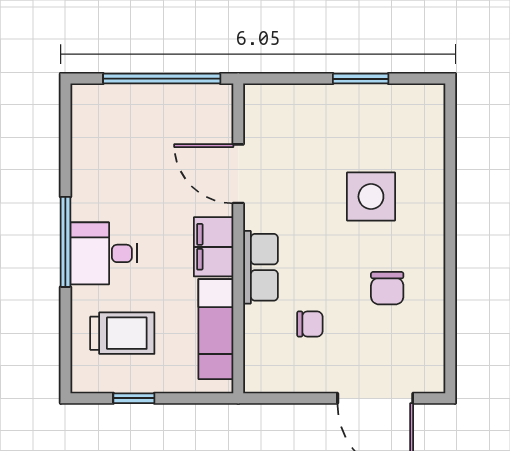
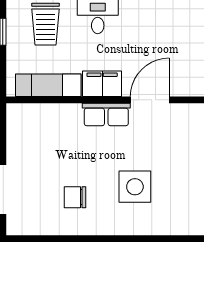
row of seats: (261, 267) -> (106, 114), moved
chair: (310, 324) -> (52, 147), removed

